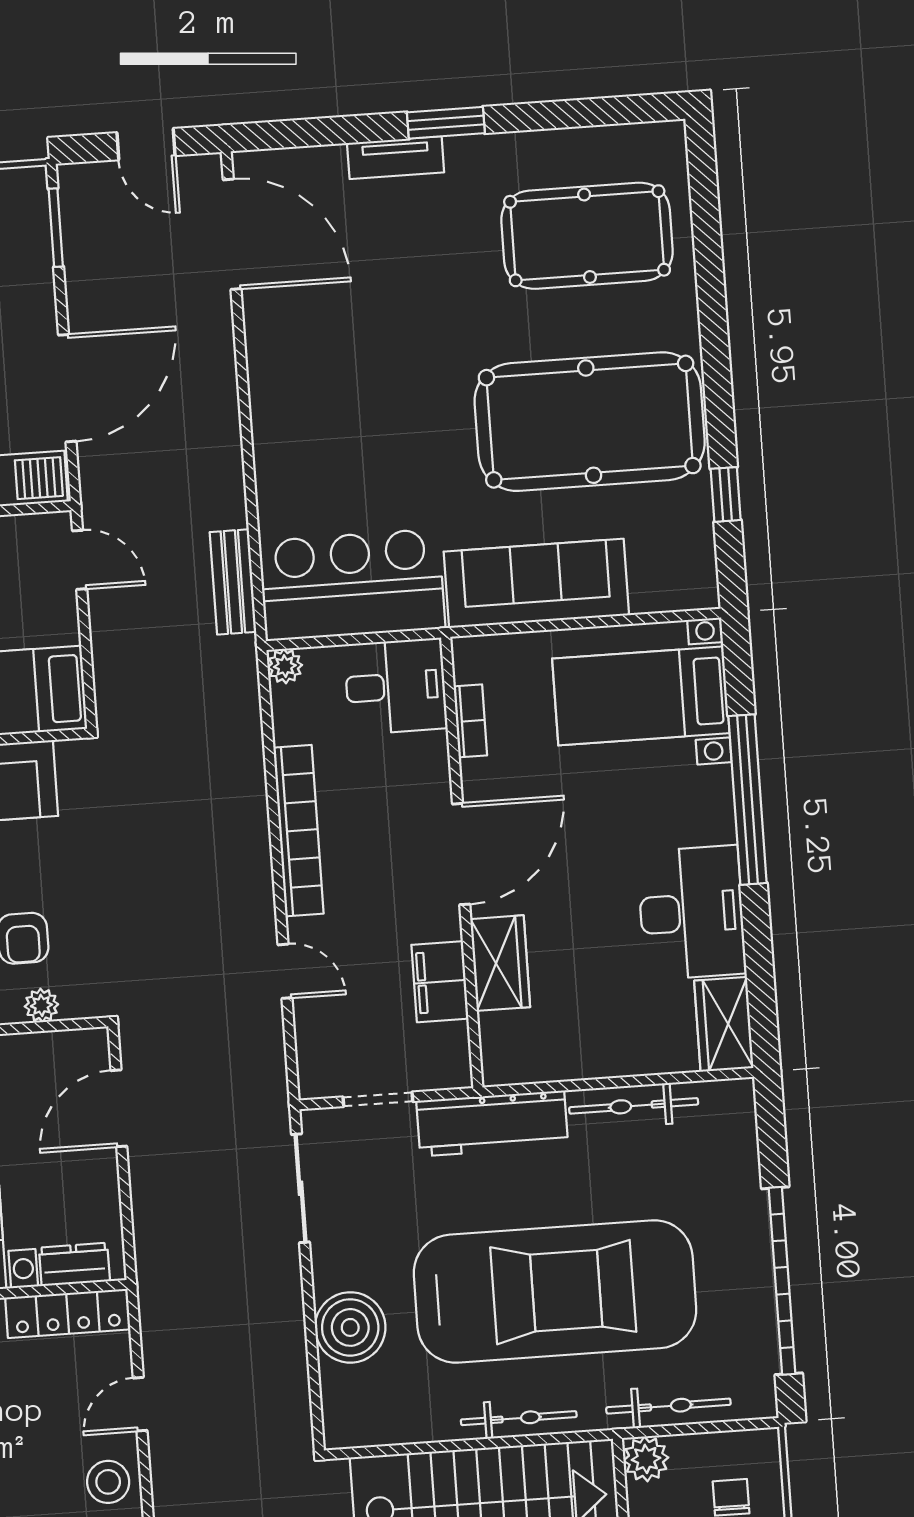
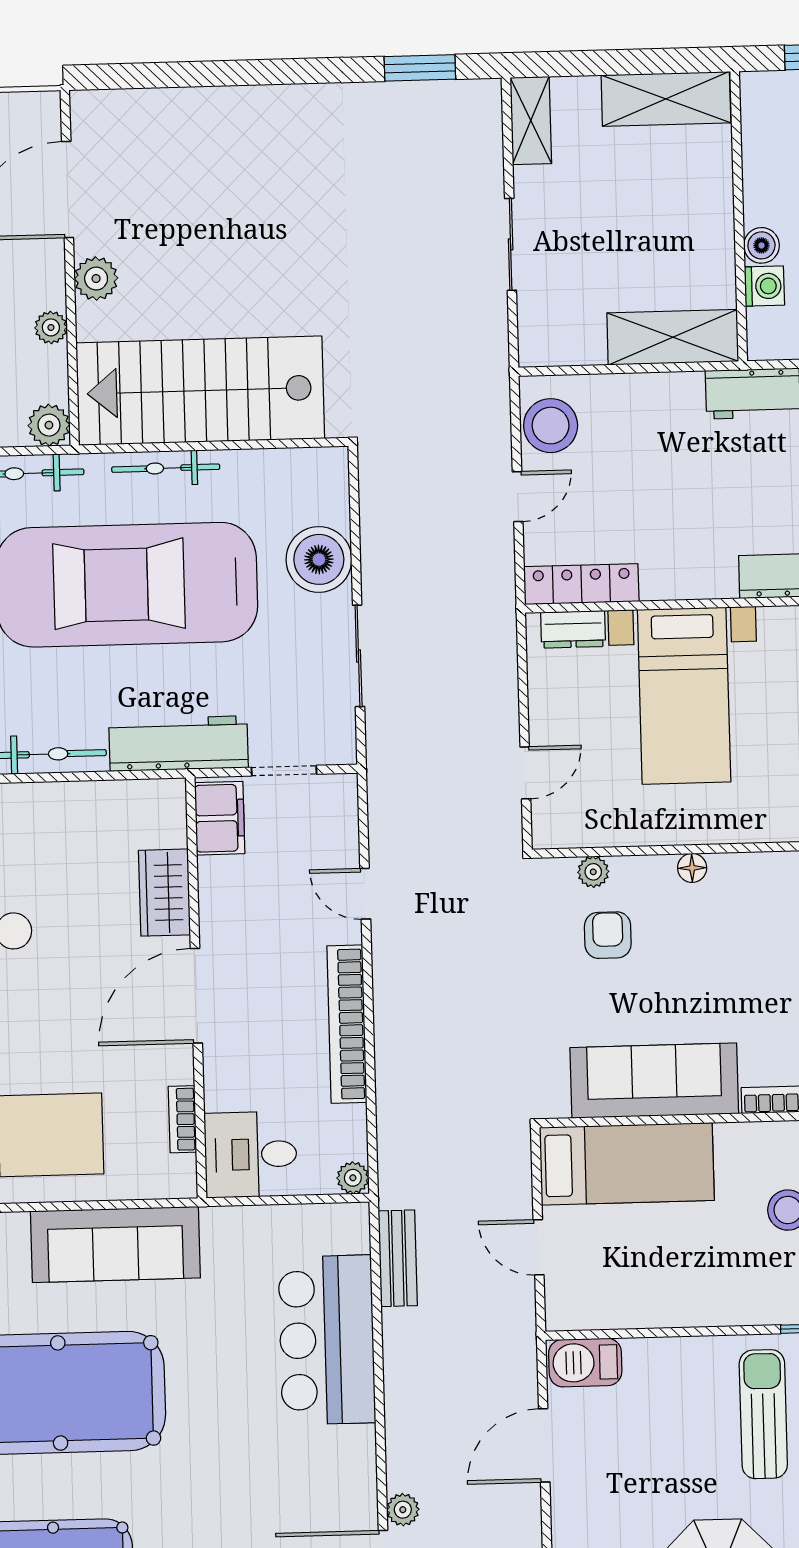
plant: (216, 313) -> (403, 1510), added
door: (67, 388) -> (544, 1445), width x0.73
door: (80, 560) -> (539, 1247), moved
bar counter: (352, 585) -> (327, 1340), moved, turned 90
filing cabinet: (440, 982) -> (220, 818), moved
door: (119, 1108) -> (525, 773), width x0.73
sliding door: (300, 1188) -> (359, 656), moved
stool: (108, 1482) -> (551, 426), width x1.38, depth x1.38

